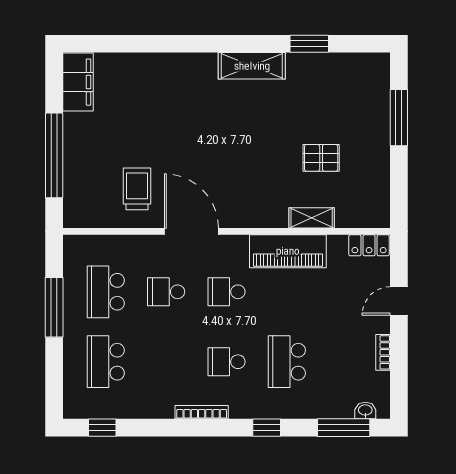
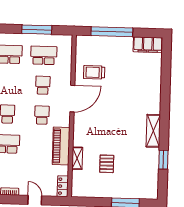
trolley: (137, 189) -> (94, 72), turned 180

